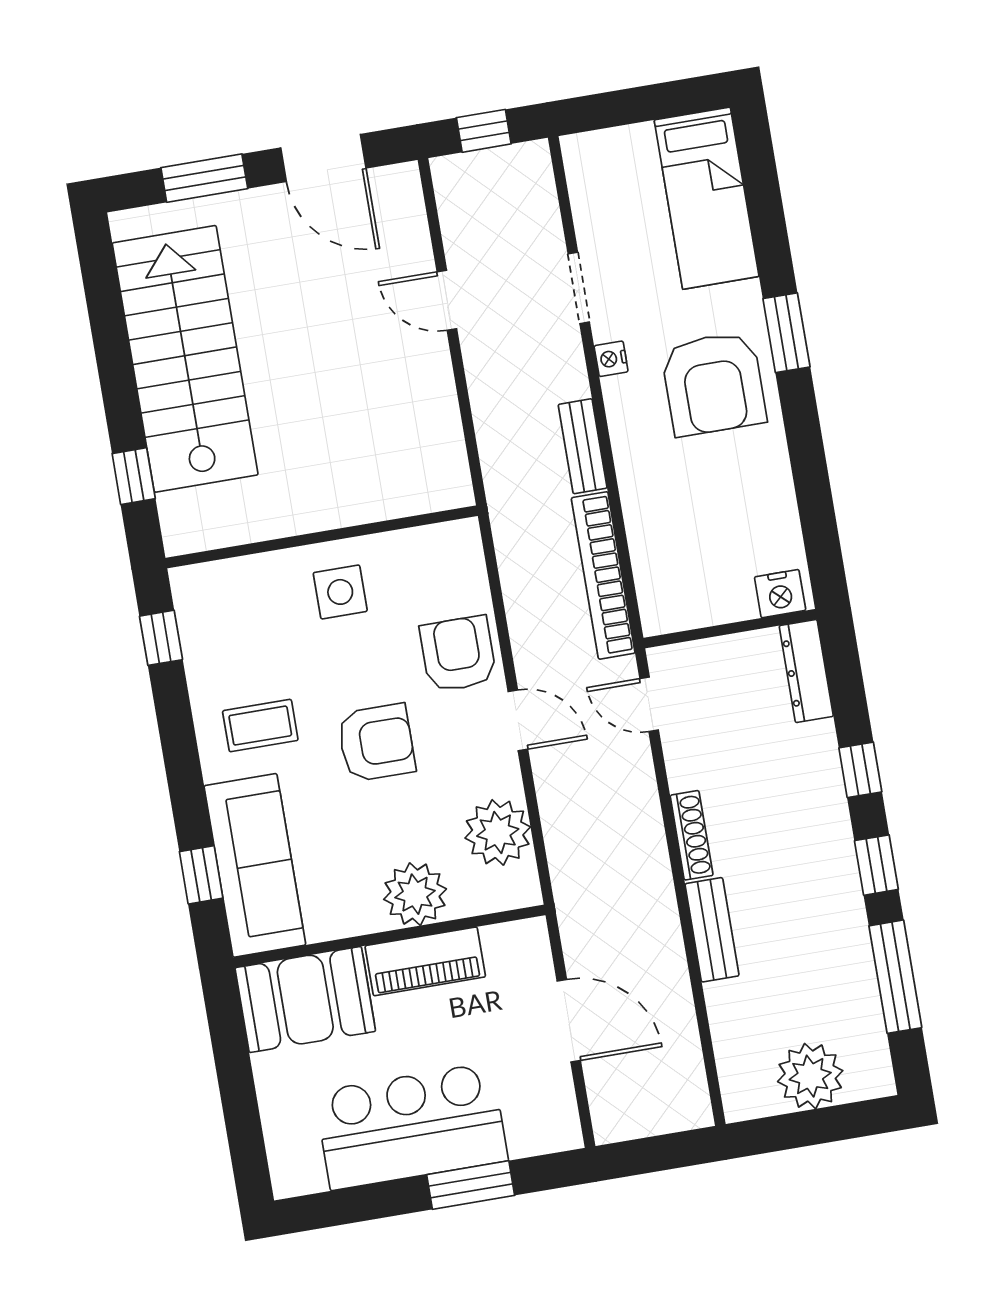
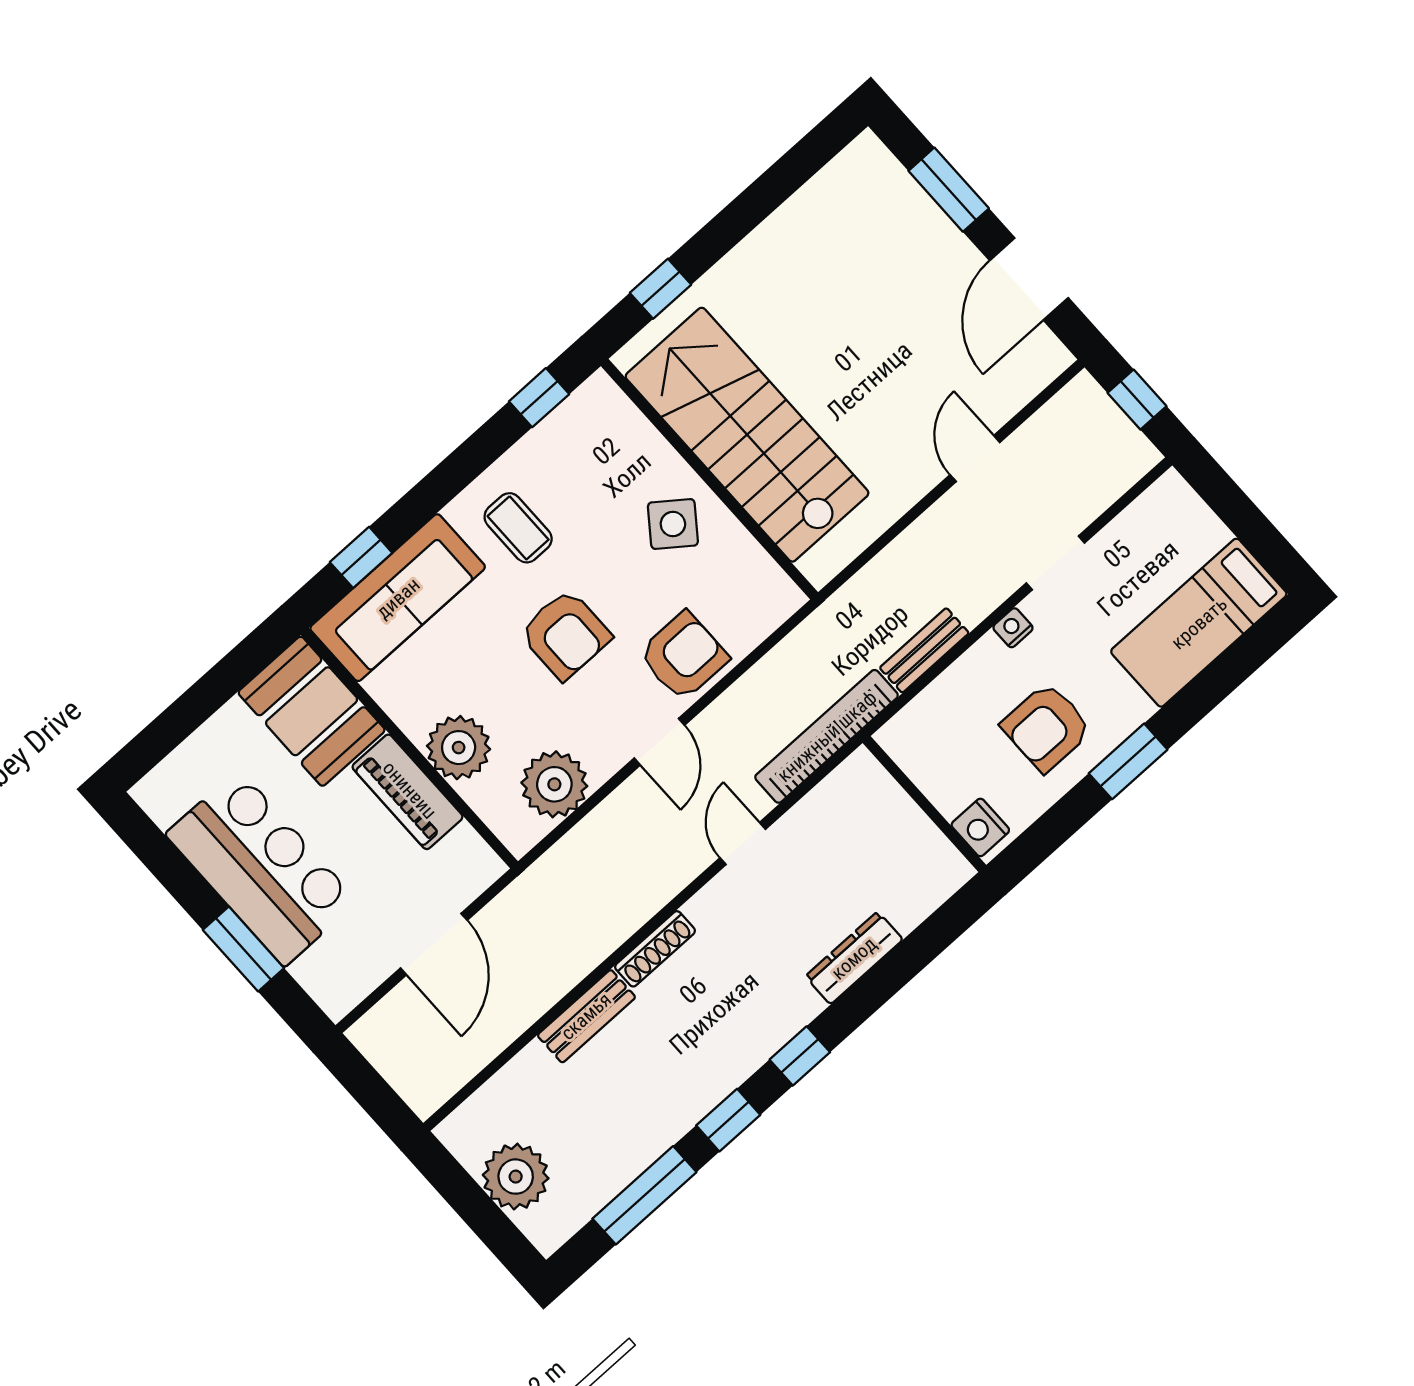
stairs: (185, 359) -> (747, 435), moved, turned -90
armchair: (714, 384) -> (1047, 727), width x0.73, depth x0.73
side table: (340, 592) -> (673, 524), turned 37
nightstand: (780, 594) -> (980, 827), moved
wall: (730, 629) -> (924, 804), moved

